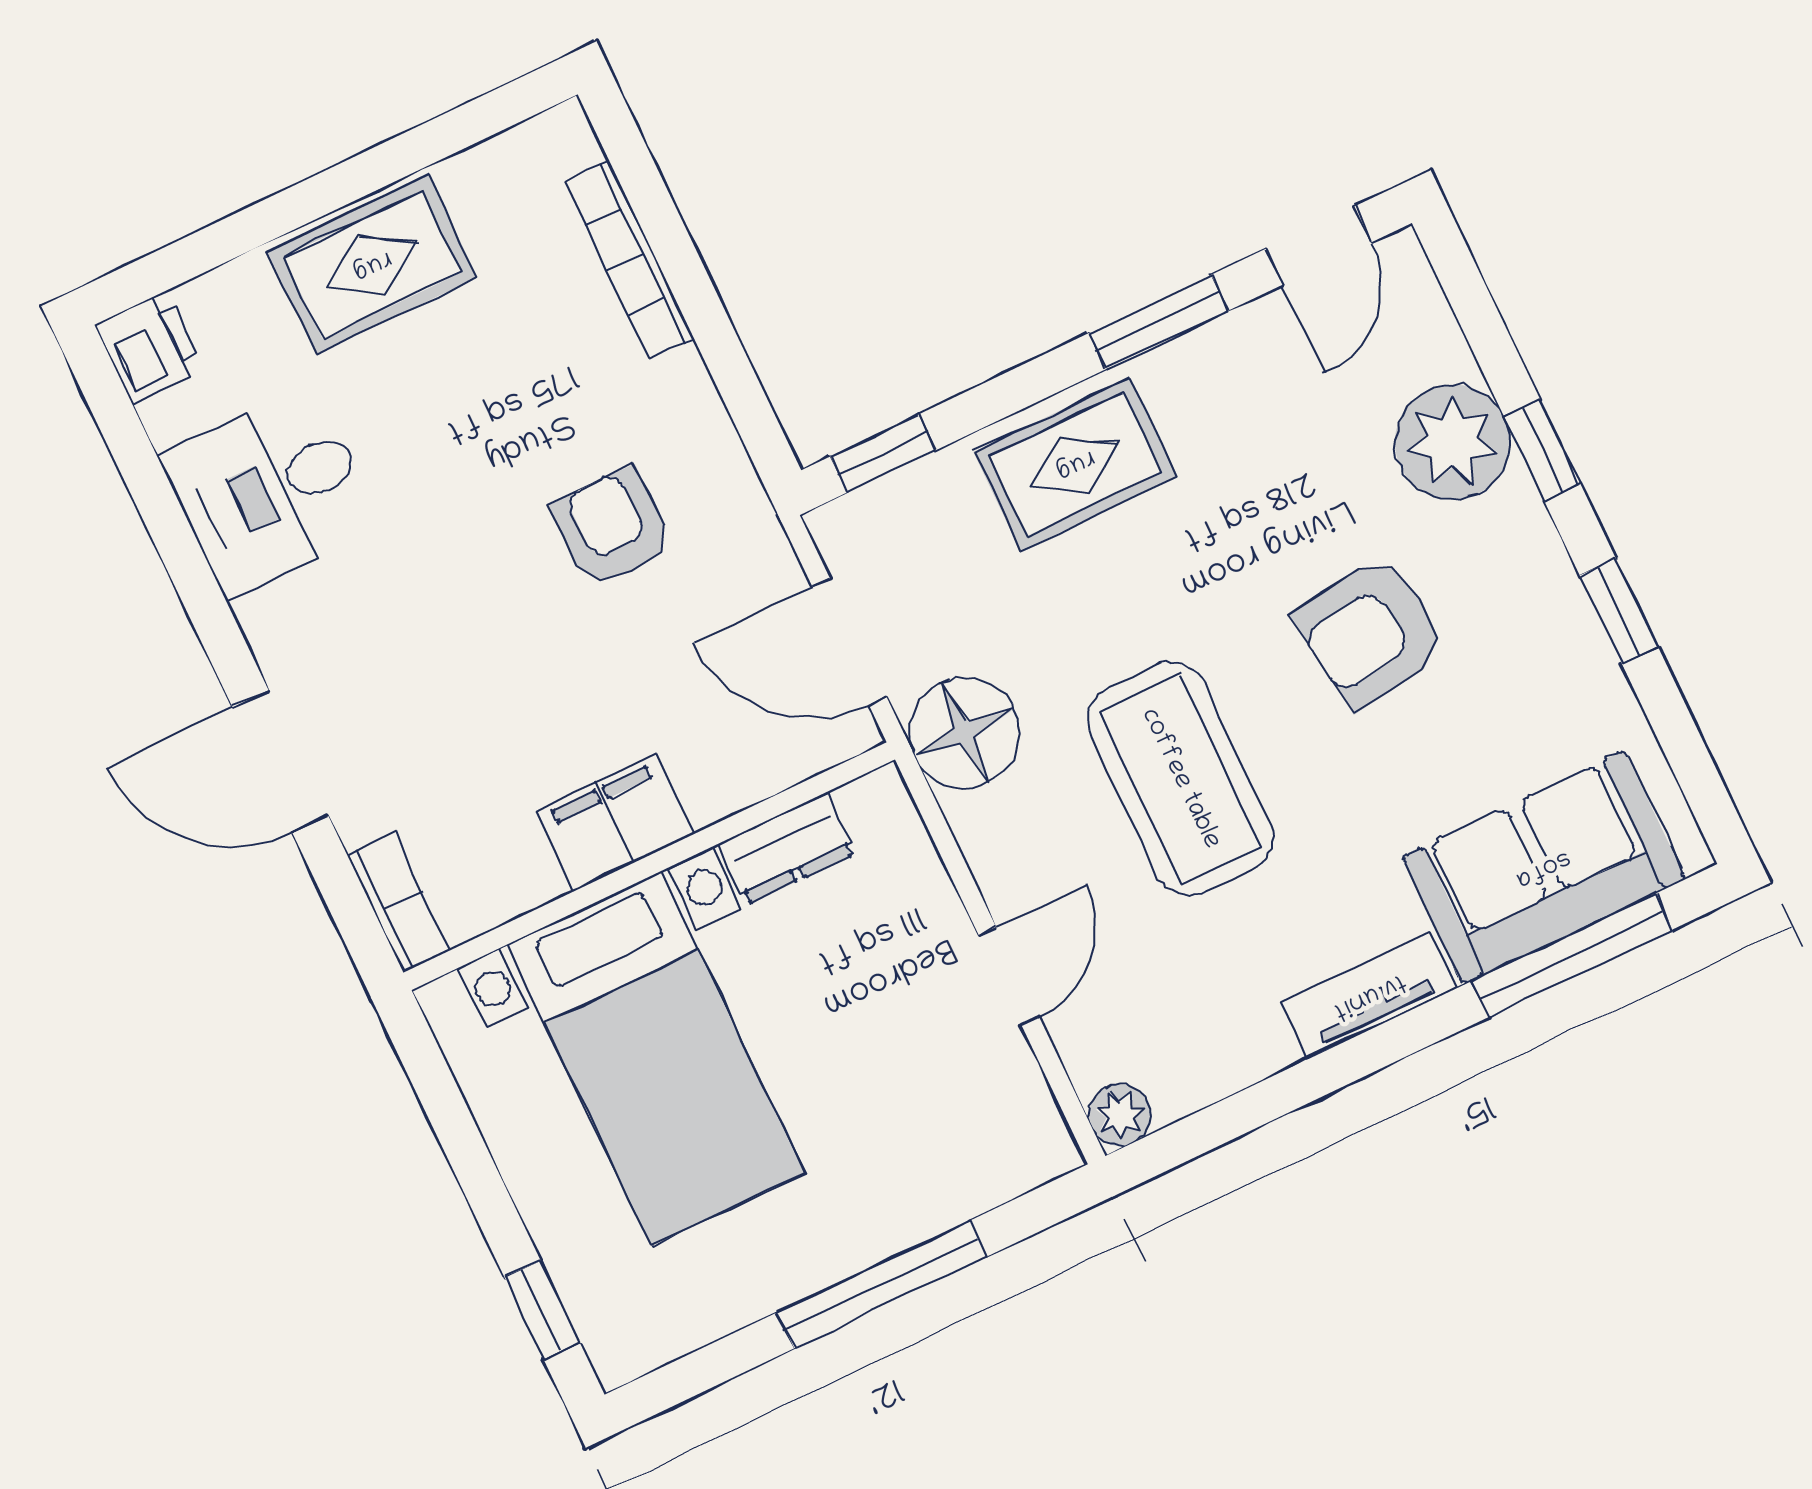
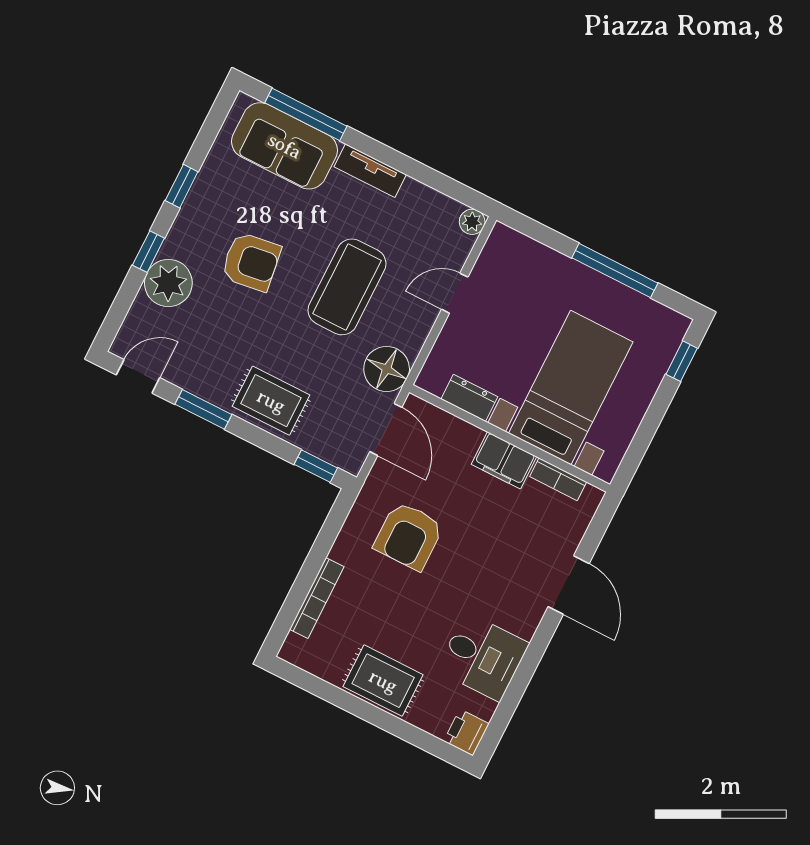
armchair: (612, 528) -> (409, 536), width x1.38, depth x1.38
bookcase: (399, 903) -> (558, 479), moved, turned -90
window: (882, 1284) -> (615, 270), moved

